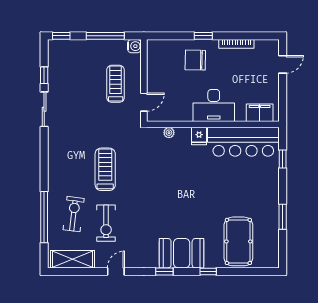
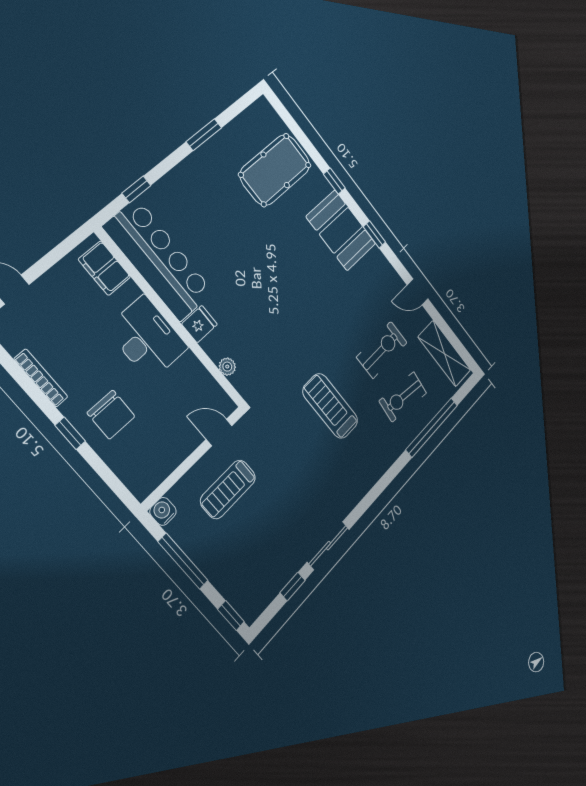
treadmill: (105, 169) -> (330, 406), turned 90

